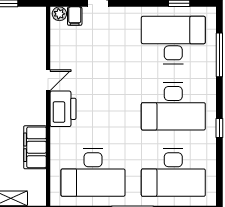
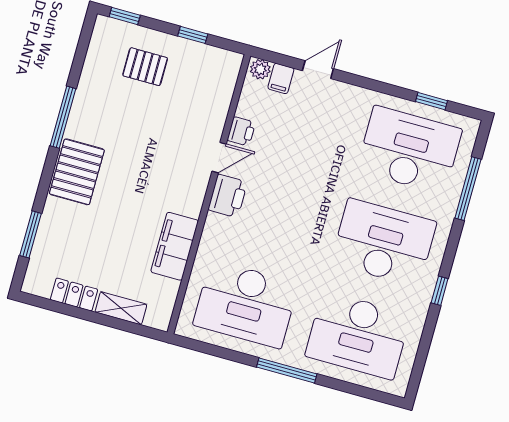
printer: (58, 59) -> (241, 131), added
desk: (173, 106) -> (384, 243), turned 180
printer: (63, 109) -> (228, 196), width x0.73, depth x0.84

